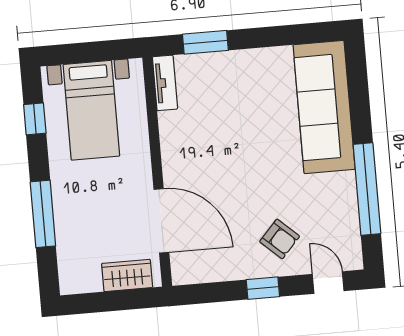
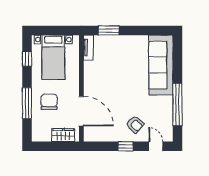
chair: (90, 207) -> (49, 102), added

